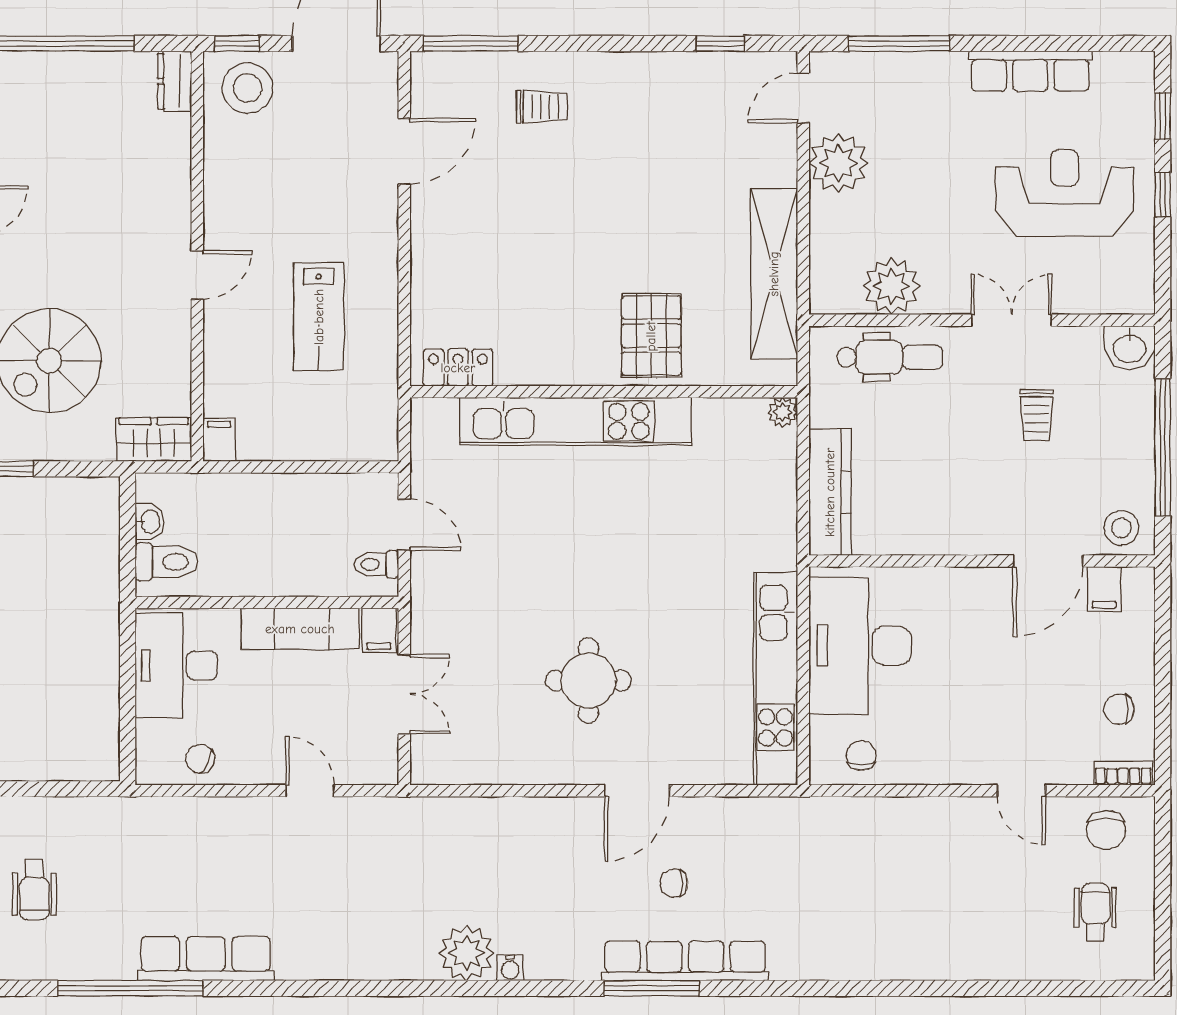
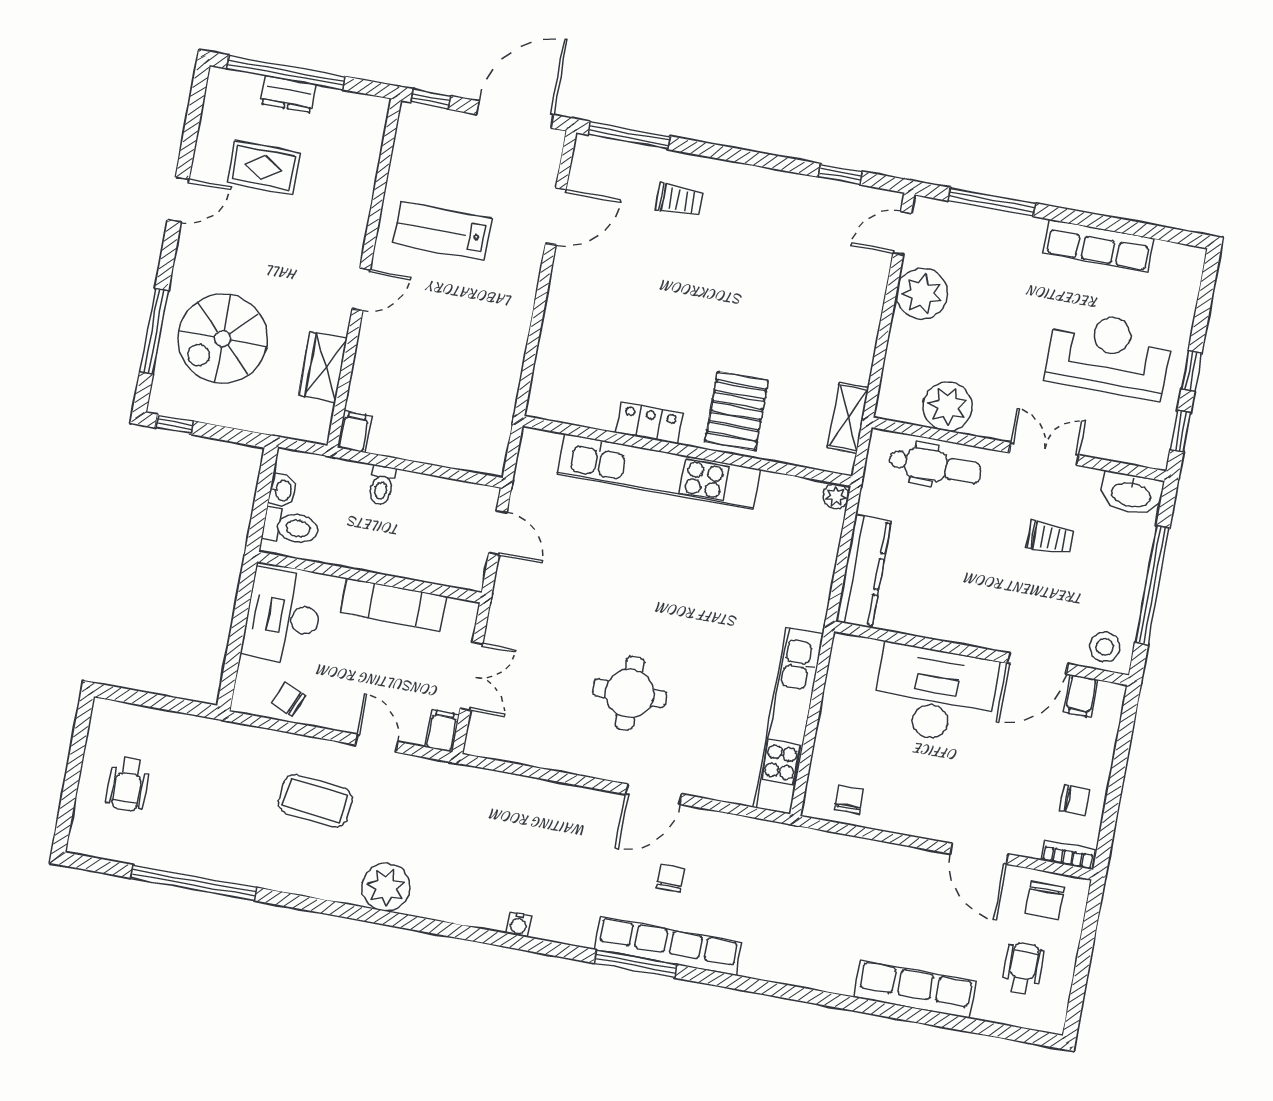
dresser: (175, 81) -> (288, 94), moved, turned -90
stool: (248, 88) -> (433, 138), removed
window: (1163, 116) -> (1180, 431), moved
rug: (60, 157) -> (264, 168), added
shelving: (774, 274) -> (848, 418), width x0.45, depth x0.75
lab bench: (319, 317) -> (442, 231), moved, turned 90
washbasin: (1129, 348) -> (1131, 494), width x1.38
locker: (458, 368) -> (649, 423), moved
trolley: (1037, 415) -> (1050, 538), turned -90
wardrobe: (154, 439) -> (323, 367), moved, turned -90
toilet: (376, 564) -> (382, 485), moved, turned -90
filing cabinet: (379, 630) -> (442, 731), moved, turned 180
desk: (860, 646) -> (935, 694), moved, turned 90
chair: (1119, 709) -> (1075, 800), turned 180
door: (1021, 791) -> (979, 854), width x1.38
coffee table: (252, 869) -> (315, 801), added
chair: (674, 883) -> (670, 878), turned 90
plant: (467, 953) -> (386, 887), moved
row of seats: (206, 959) -> (915, 989), moved

